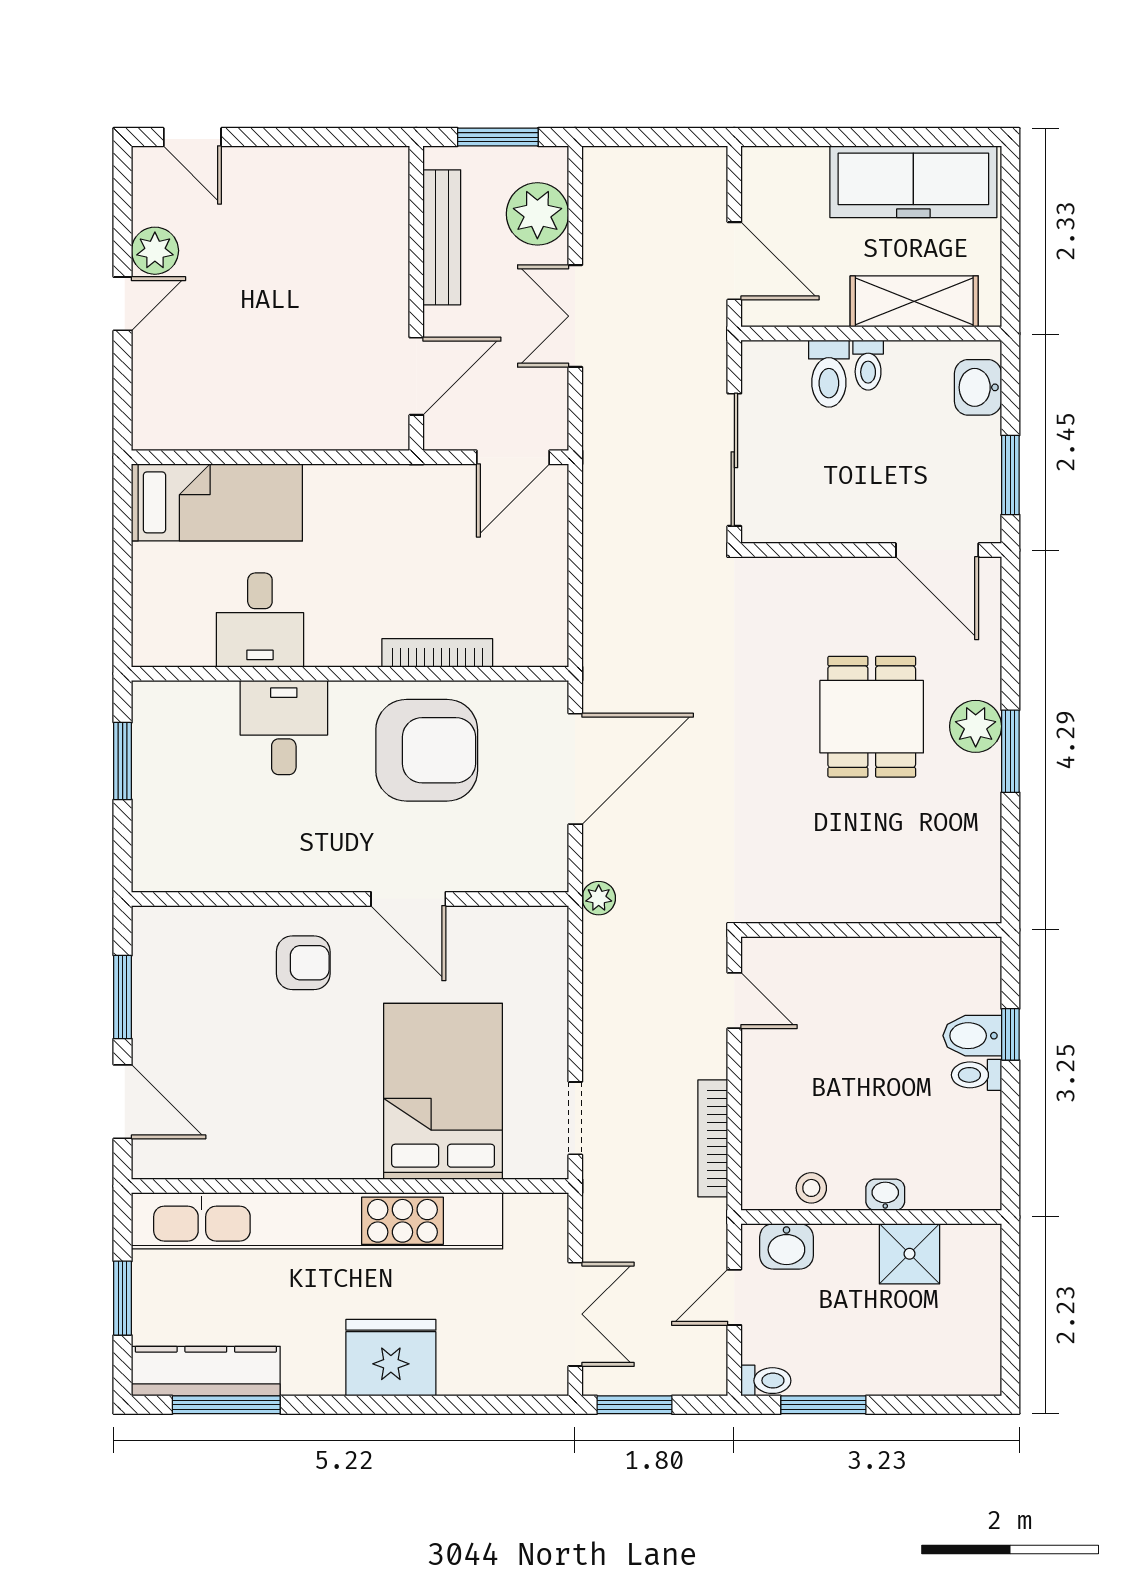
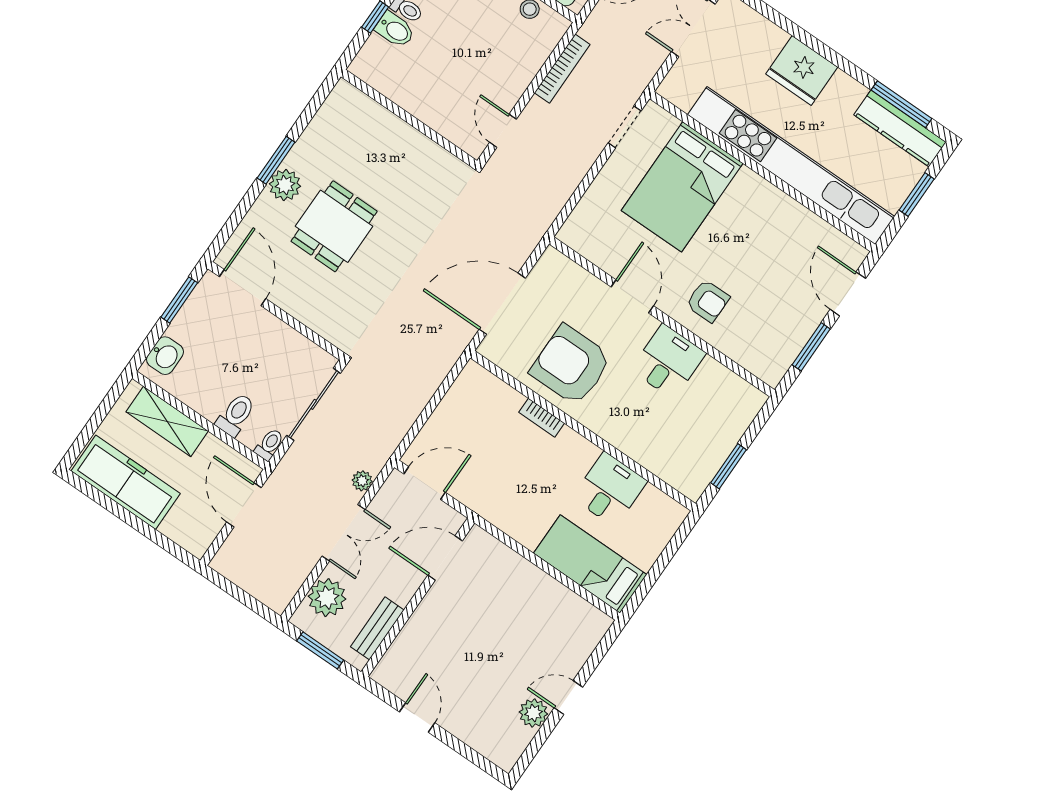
door: (192, 137) -> (417, 717), moved
bench: (442, 237) -> (377, 628), width x0.73
toilet: (868, 365) -> (269, 445), moved
bookcase: (437, 653) -> (542, 418), width x0.64
desk: (284, 728) -> (668, 362), moved, turned 180
plant: (599, 898) -> (362, 481), moved
armchair: (303, 963) -> (708, 301), turned 180

